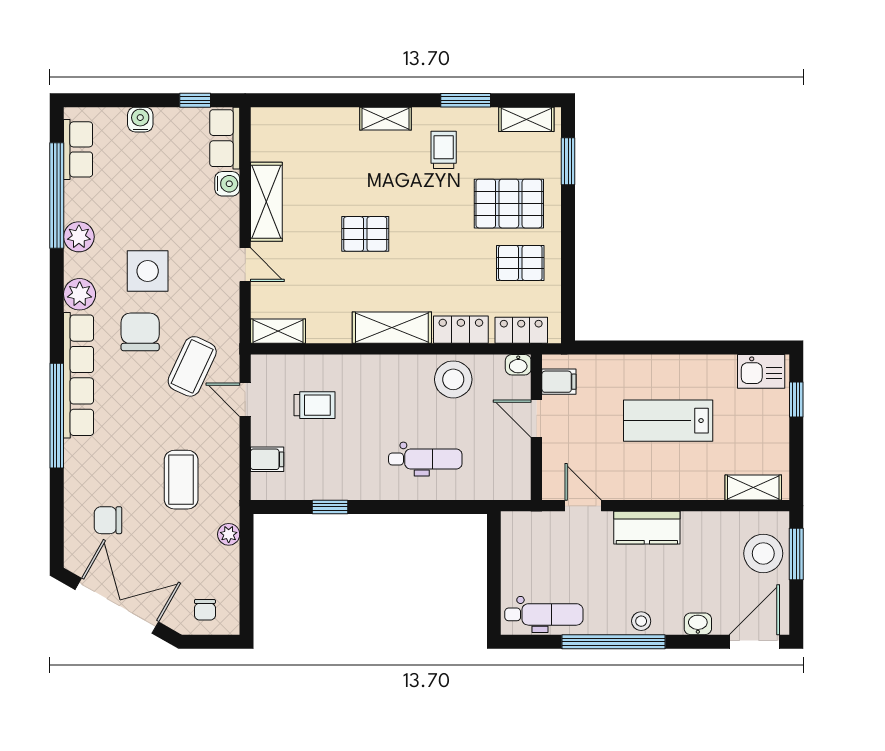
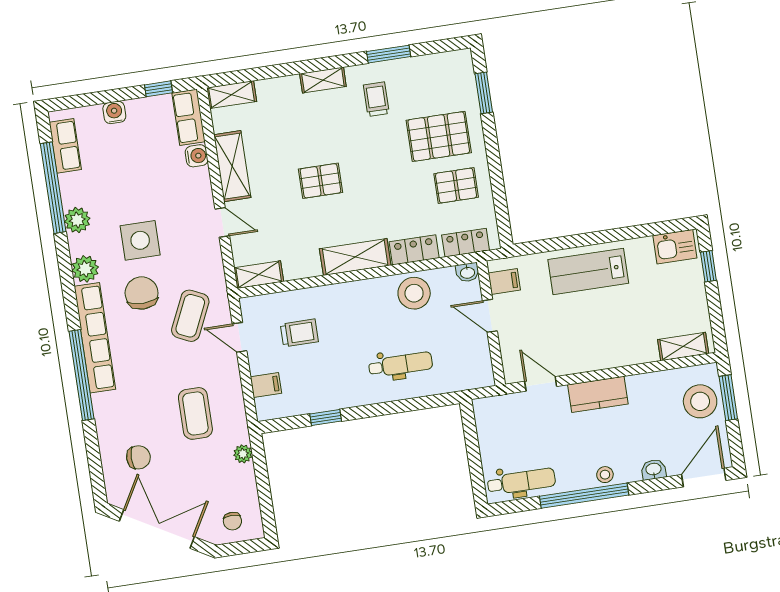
shelving: (526, 119) -> (232, 95), moved
lab bench: (668, 421) -> (588, 271), moved
chair: (108, 520) -> (138, 457), turned 180

